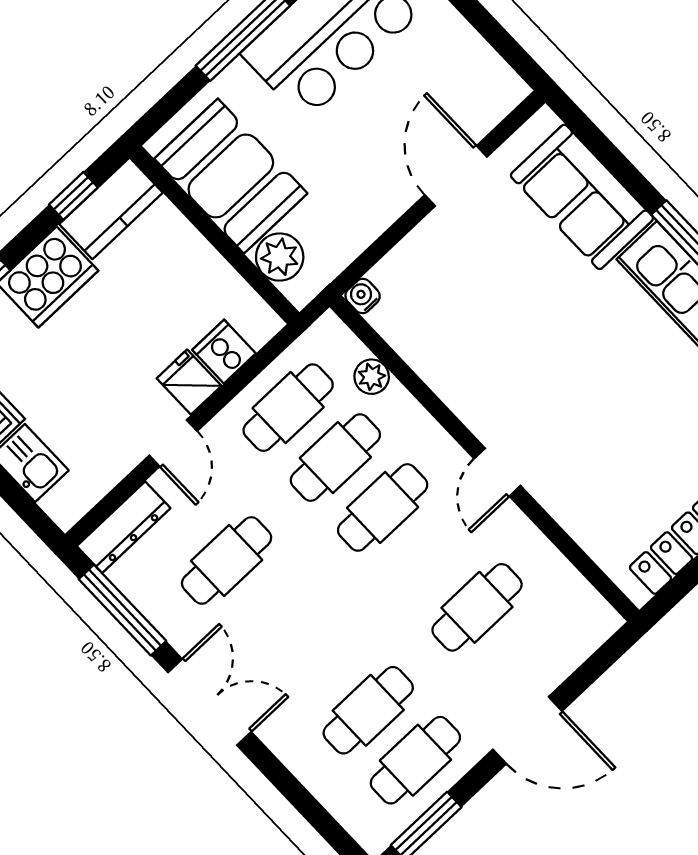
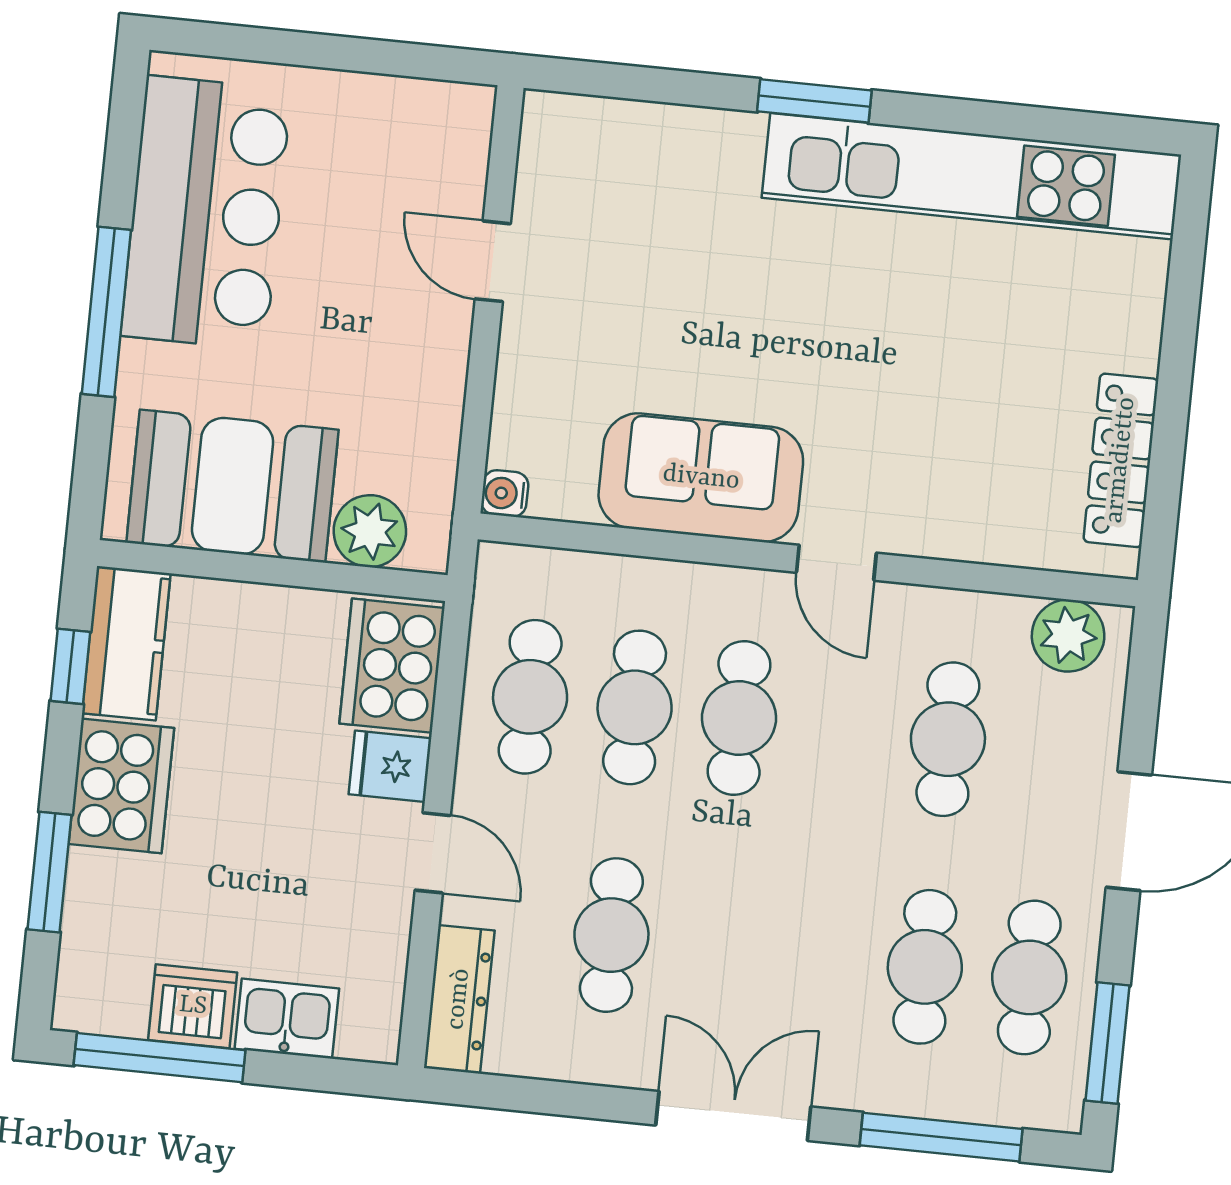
door: (456, 176) -> (493, 261), width x0.73
sofa: (582, 197) -> (701, 478), moved, turned 180
cooker: (224, 352) -> (392, 666), width x1.87, depth x1.31
plant: (372, 377) -> (1068, 636), moved, width x1.38, depth x1.38
window: (122, 610) -> (941, 1137), moved

